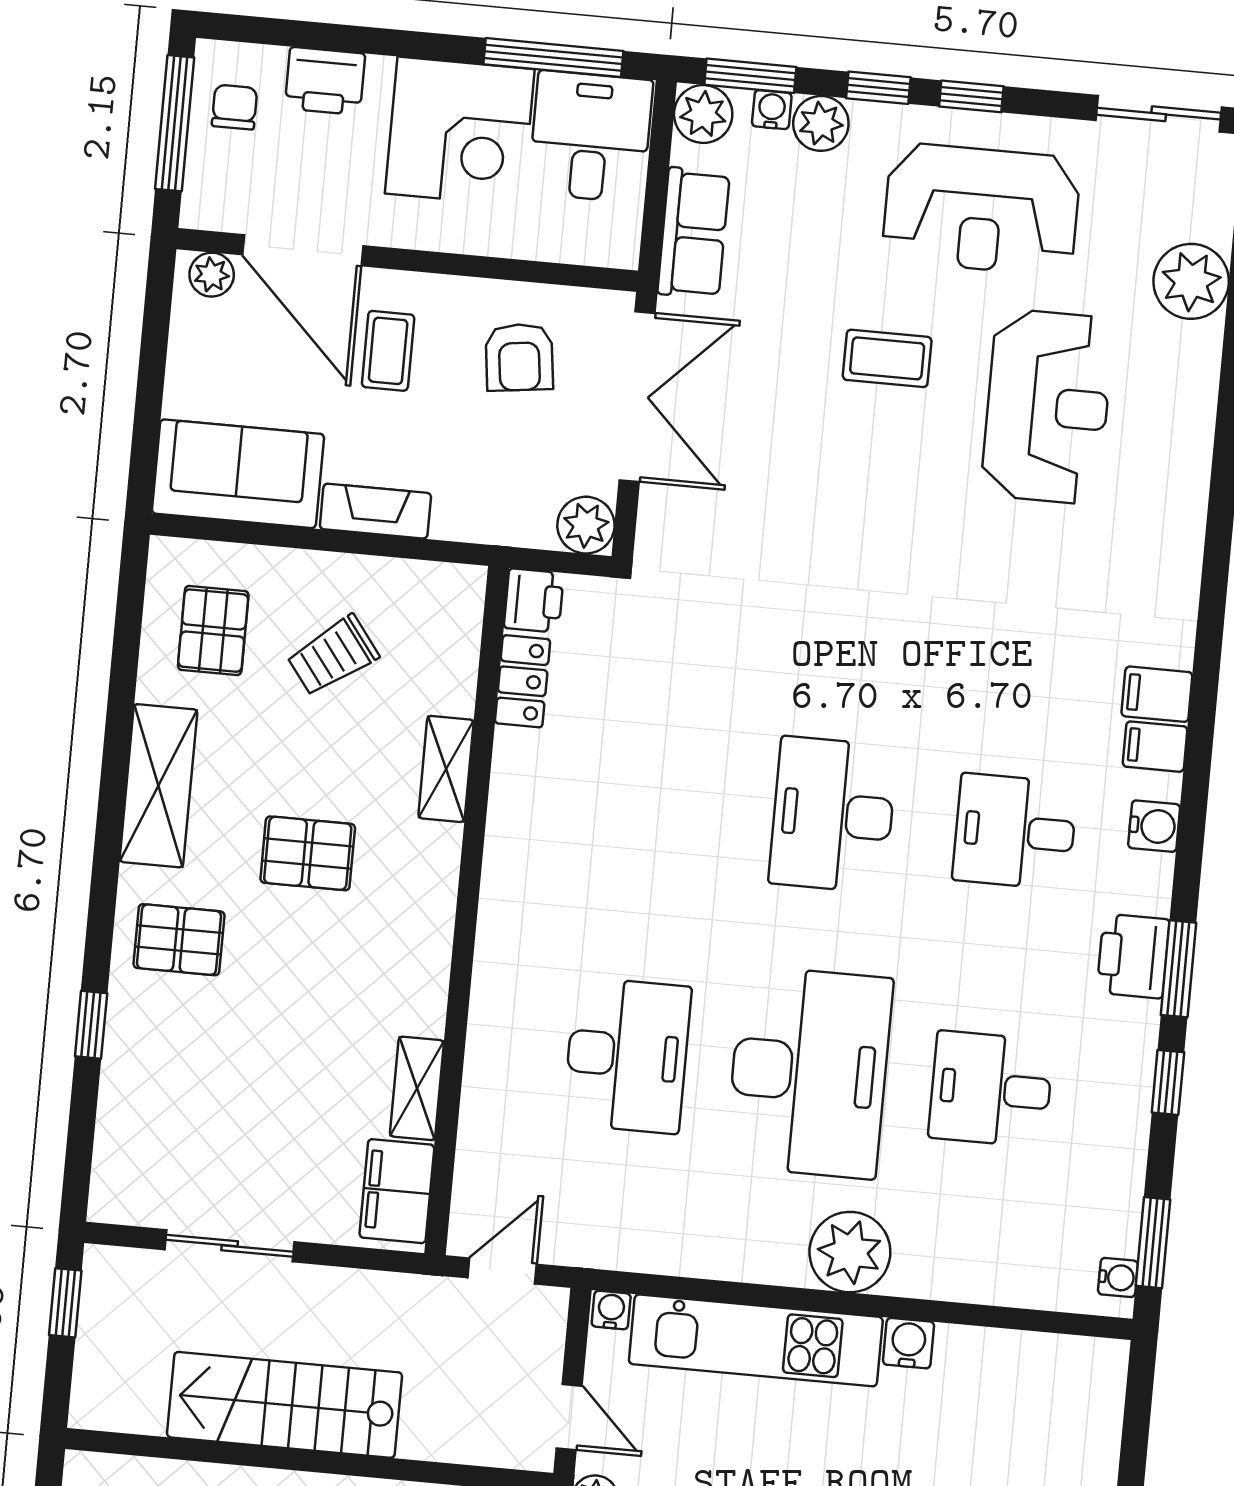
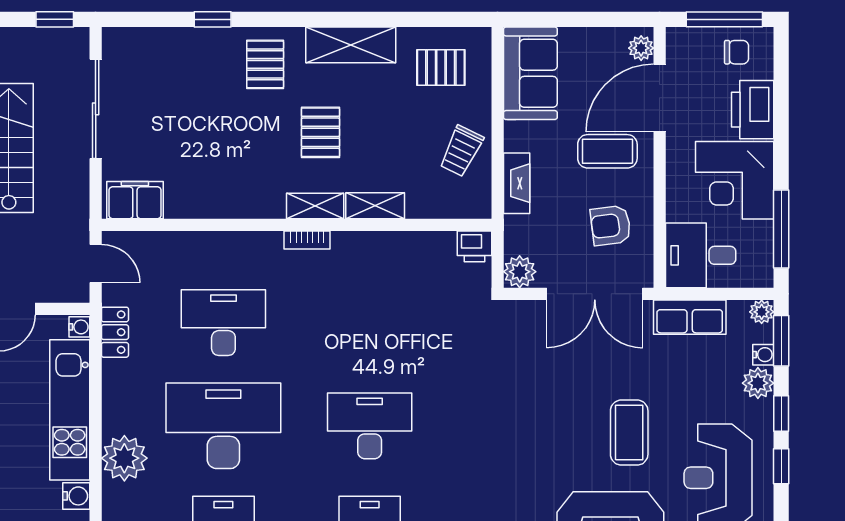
printer: (325, 81) -> (753, 110), width x1.37, depth x1.19
plant: (703, 114) -> (762, 312), width x0.73, depth x0.73
desk: (590, 137) -> (701, 255), moved, turned 180
coffee table: (388, 351) -> (607, 151), width x1.36, depth x1.30
coffee table: (887, 358) -> (629, 433), width x1.36, depth x1.30
fireplace: (375, 511) -> (517, 183), moved
trolley: (333, 656) -> (461, 151), moved, turned -117
locker: (523, 681) -> (115, 332), moved, turned -90
bookcase: (495, 894) -> (307, 240), added
desk: (627, 1055) -> (223, 323), turned 180
desk: (809, 1072) -> (223, 426), turned 180
shelving: (417, 1088) -> (315, 206), moved
sliding door: (230, 1246) -> (96, 109), width x1.37

